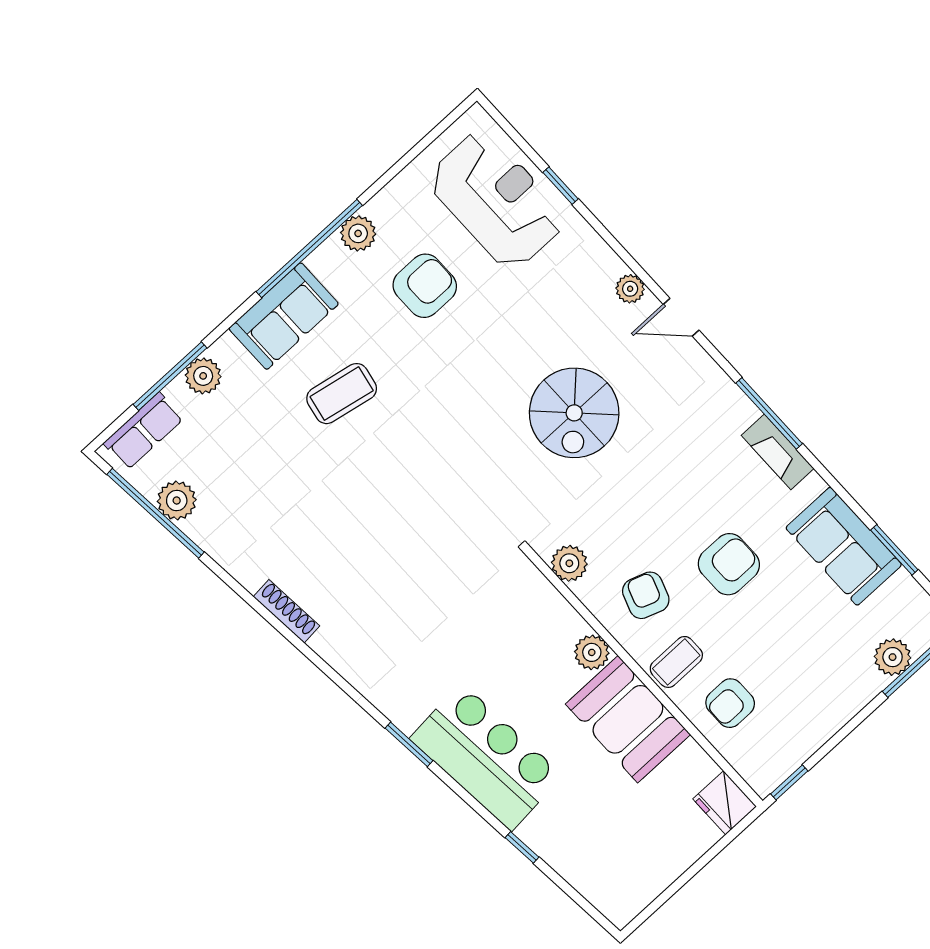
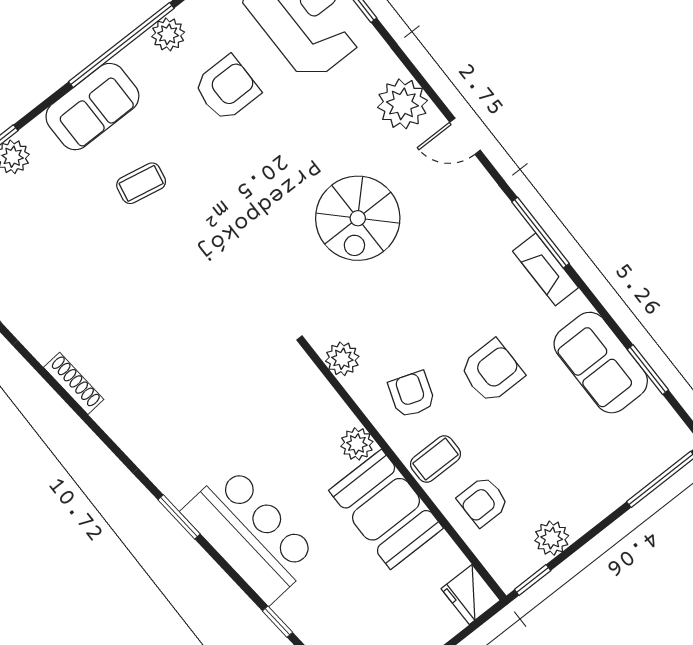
plant: (630, 289) -> (402, 104), width x1.87, depth x1.87
coffee table: (342, 394) -> (141, 183), width x0.73, depth x0.77
plant: (893, 657) -> (552, 538), moved

